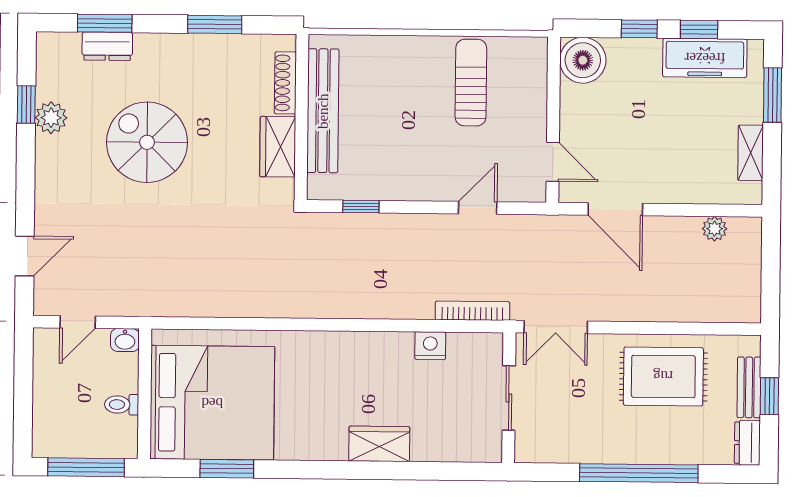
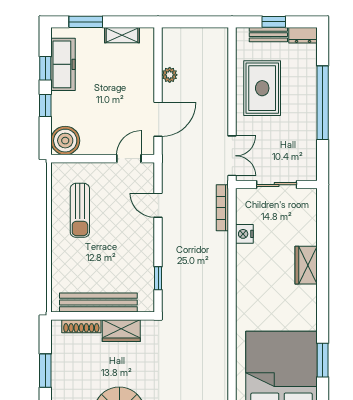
sun lounger: (471, 83) -> (80, 210), turned -90
plant: (715, 229) -> (170, 75), moved

